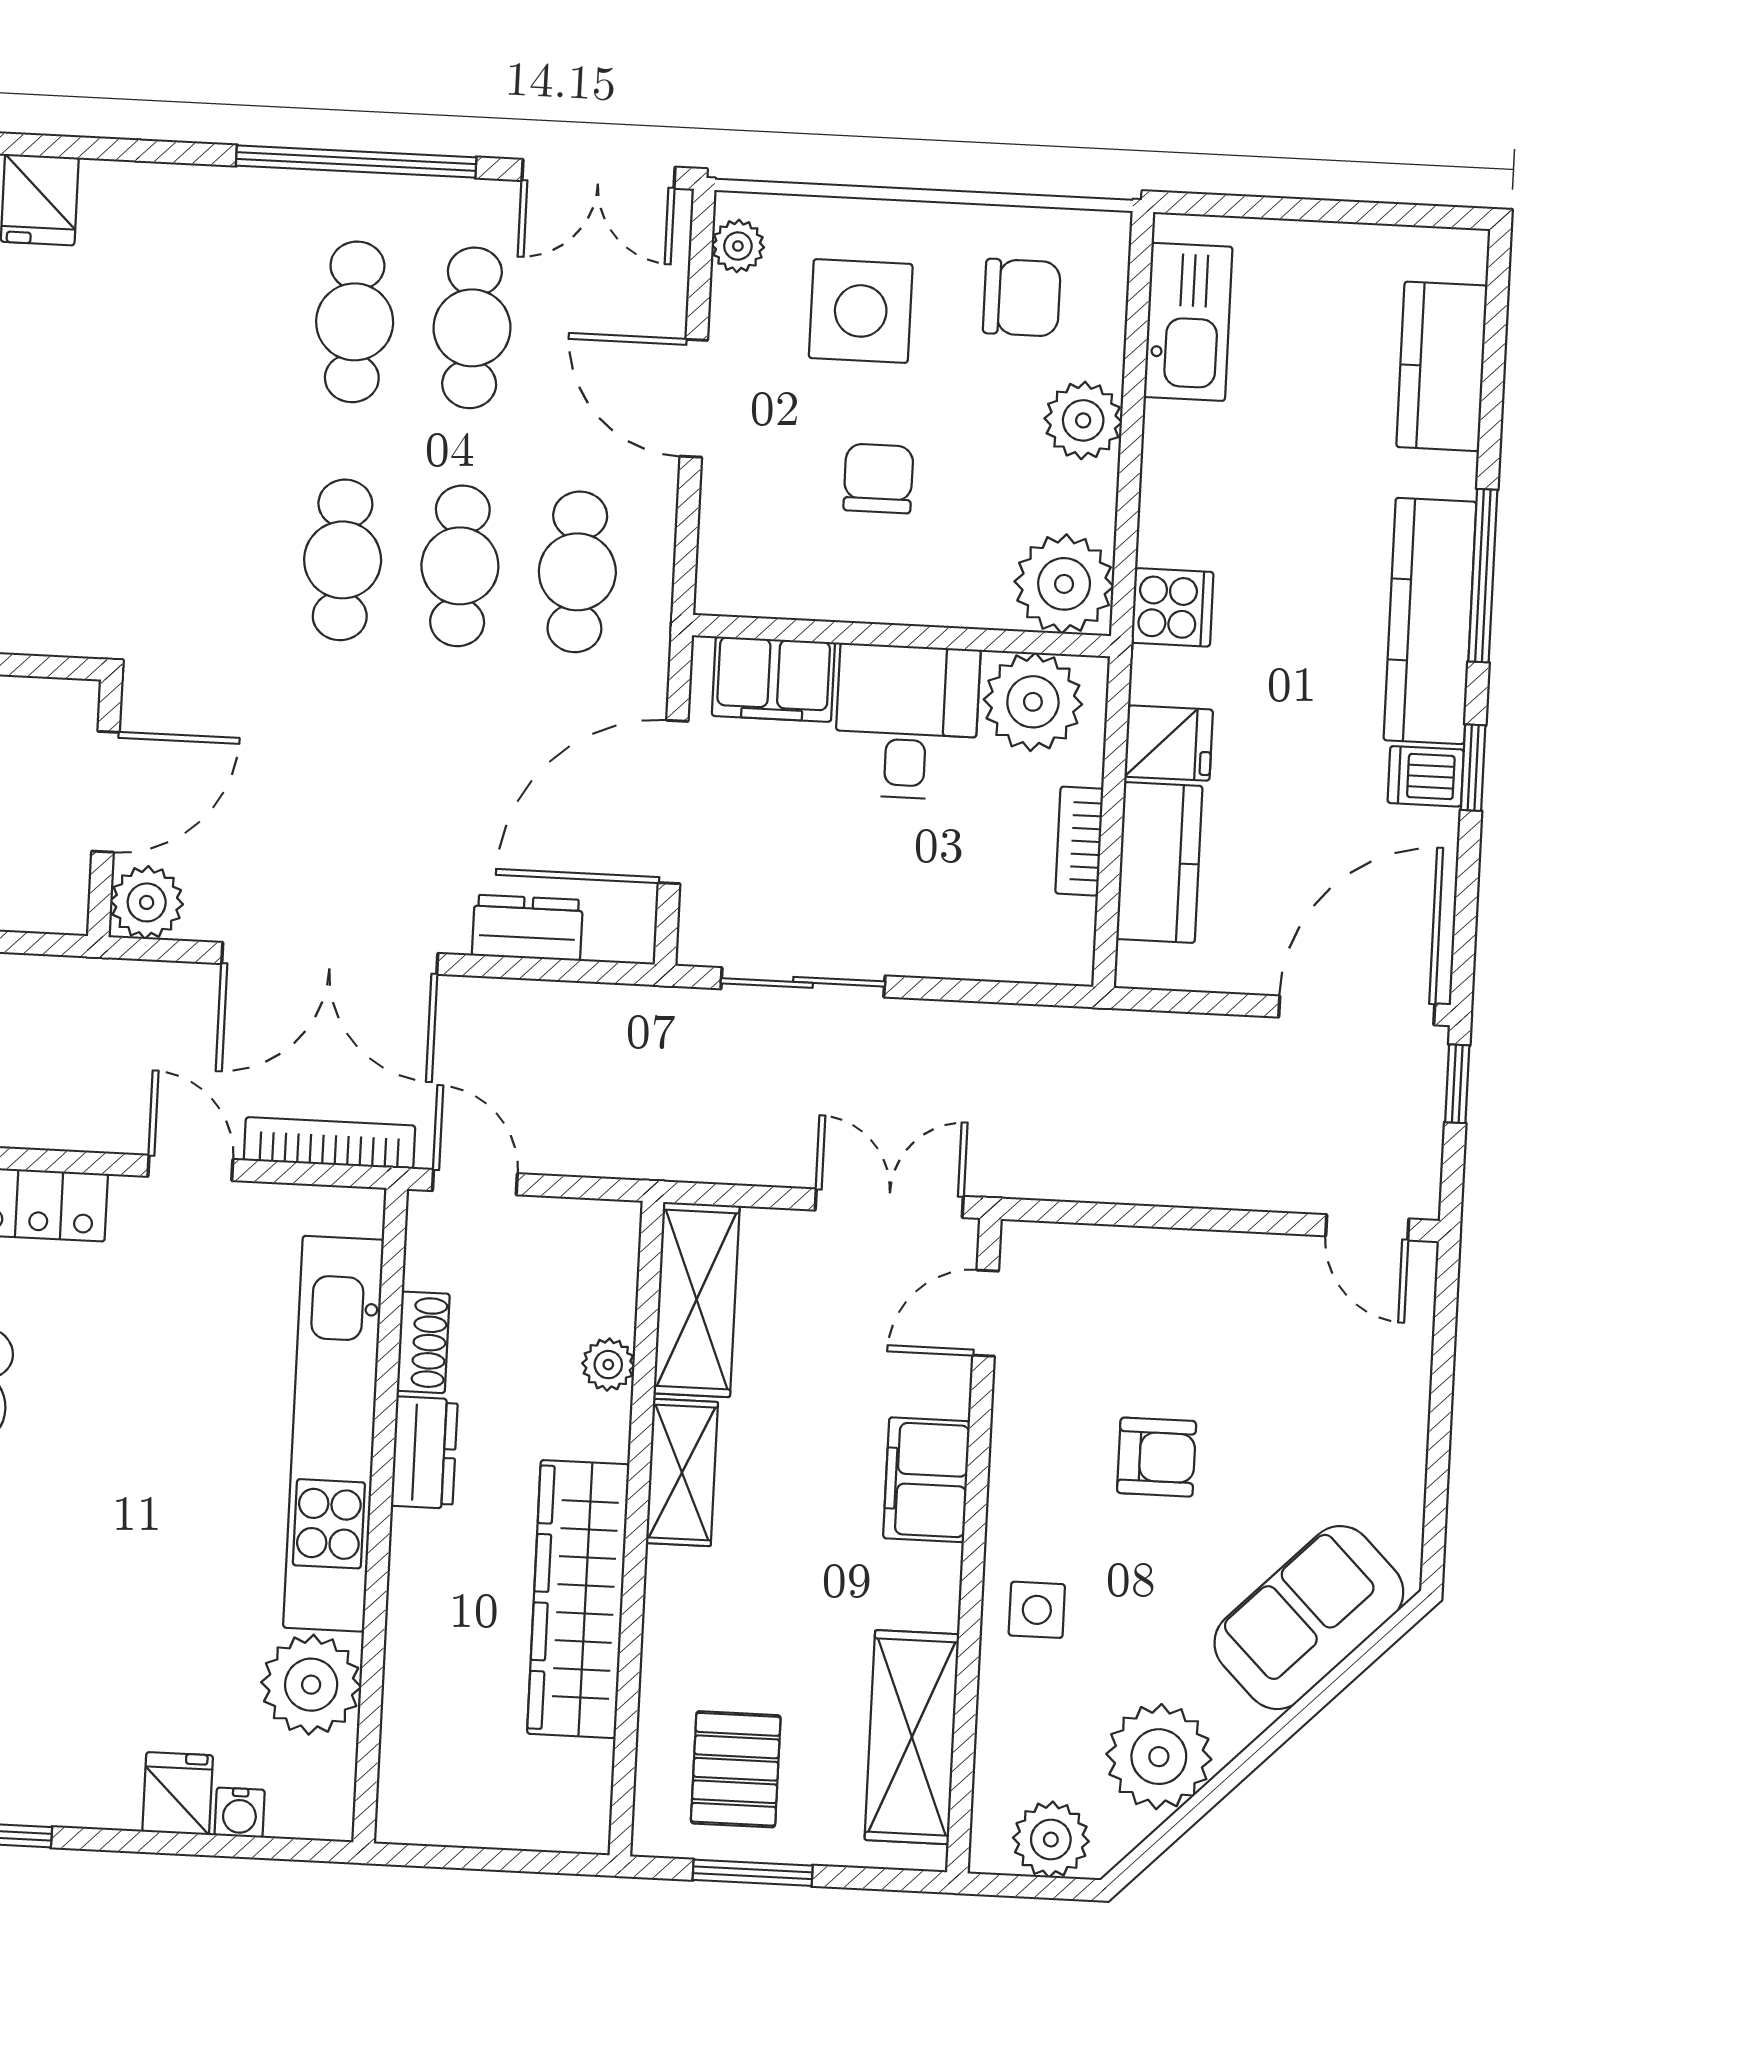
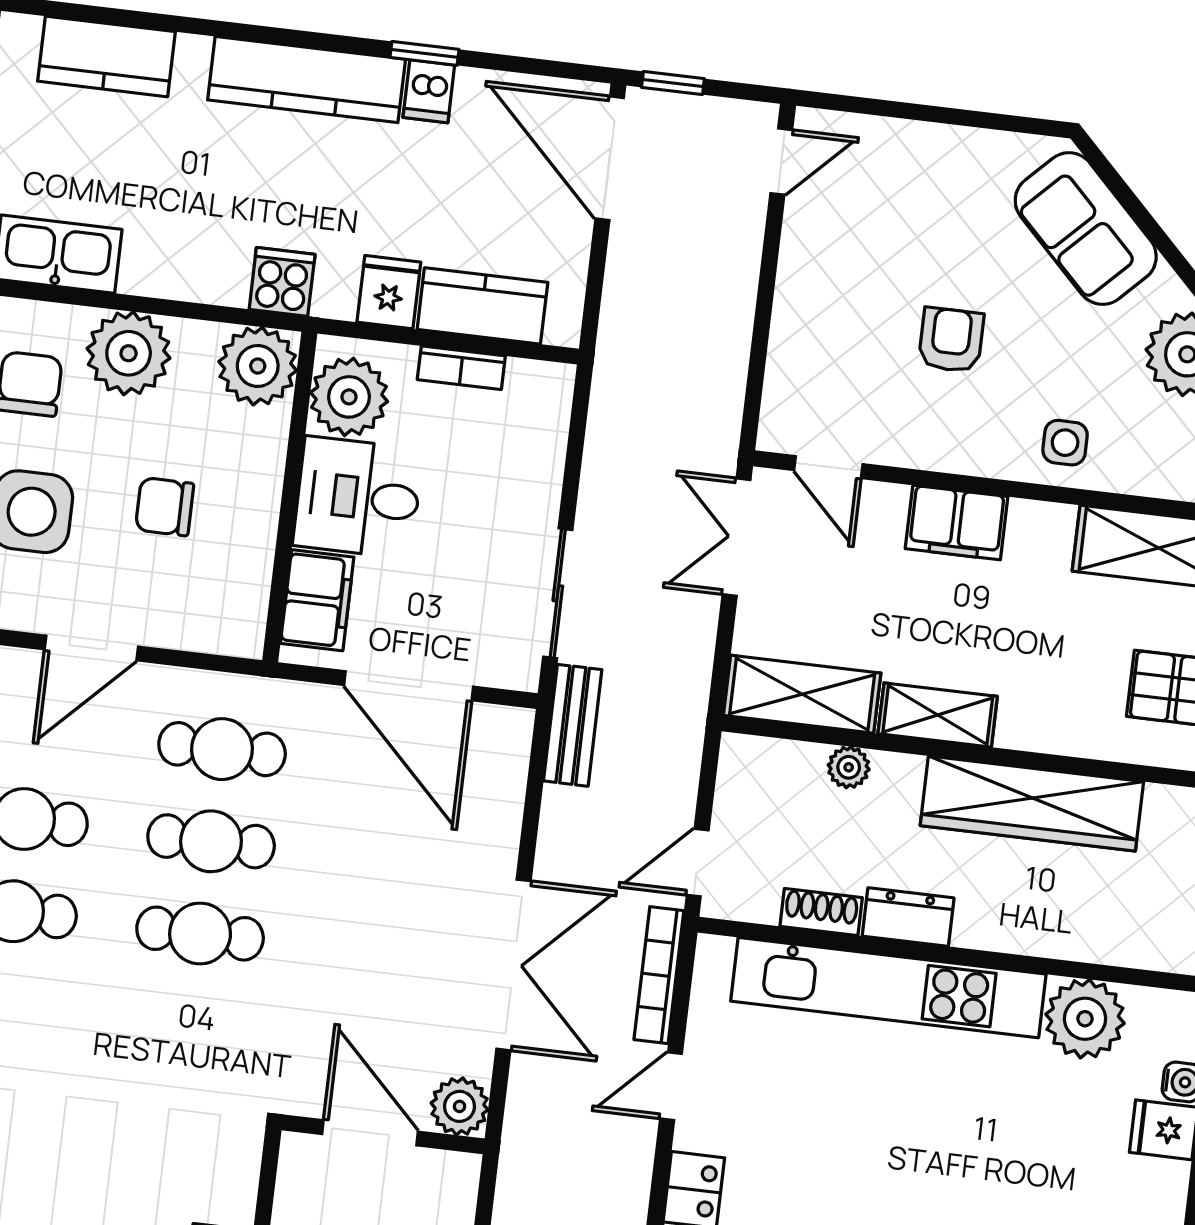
plant: (1083, 420) -> (129, 353), width x1.36, depth x1.36
window: (1483, 576) -> (274, 35), removed
dresser: (527, 928) -> (500, 808), removed
bench: (638, 1013) -> (573, 725), added

